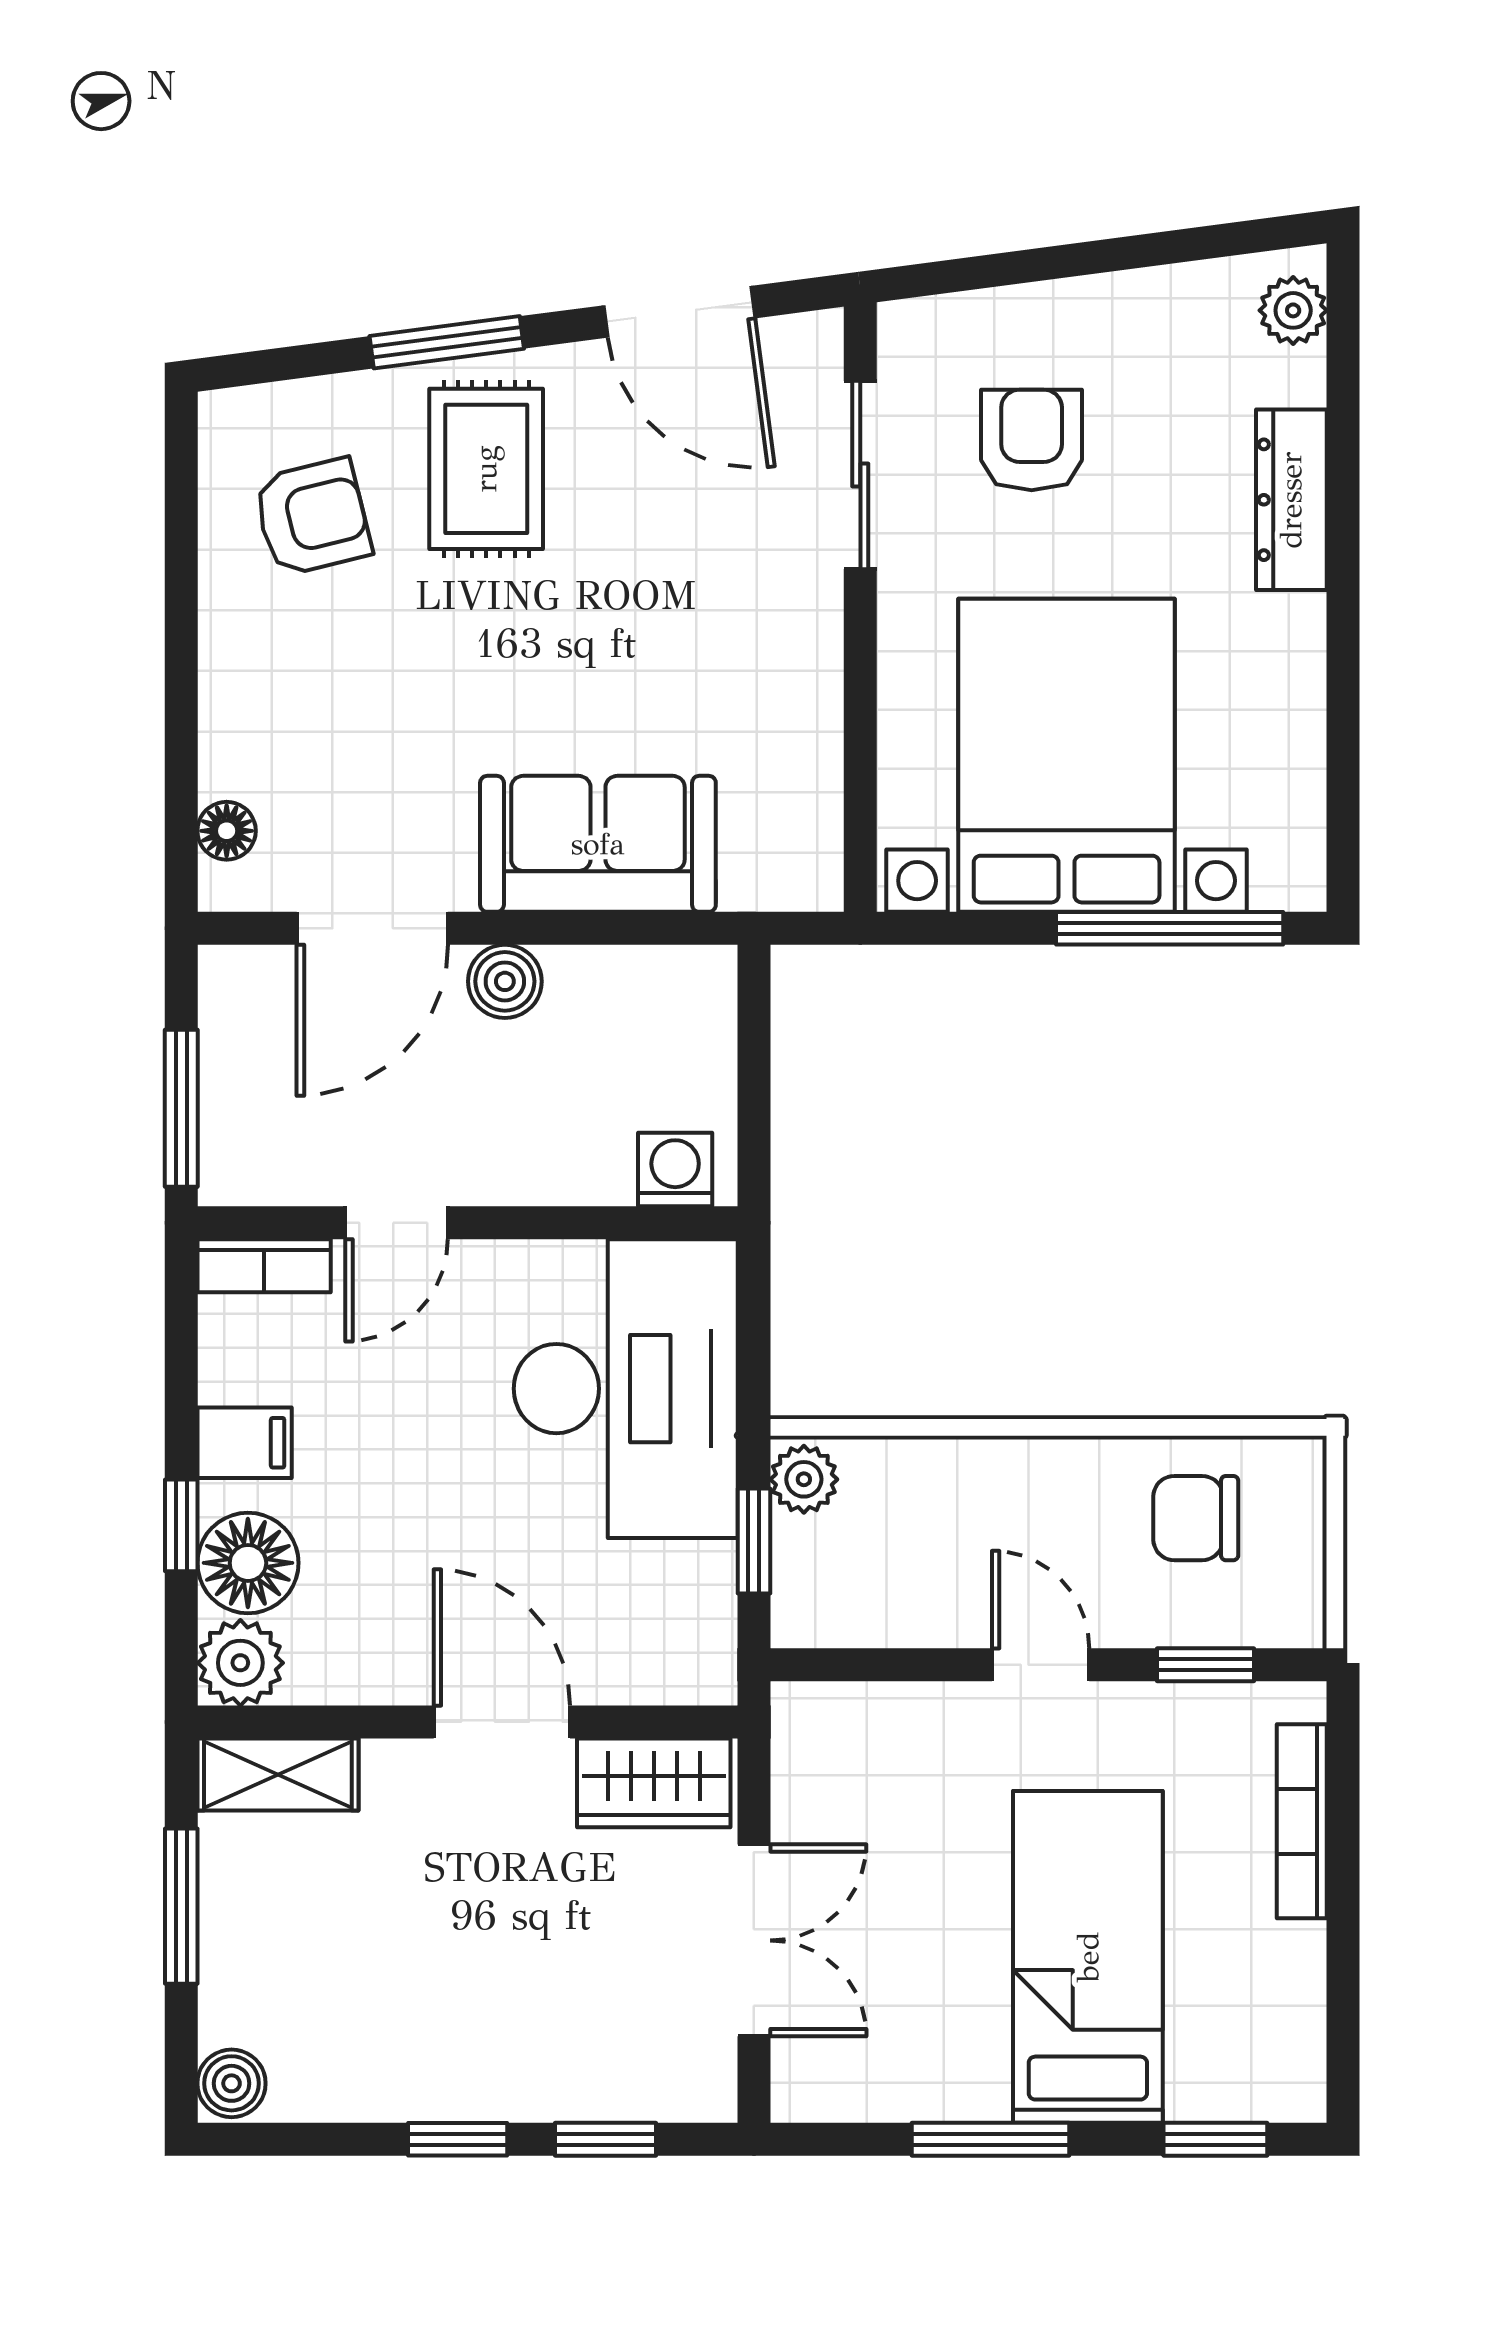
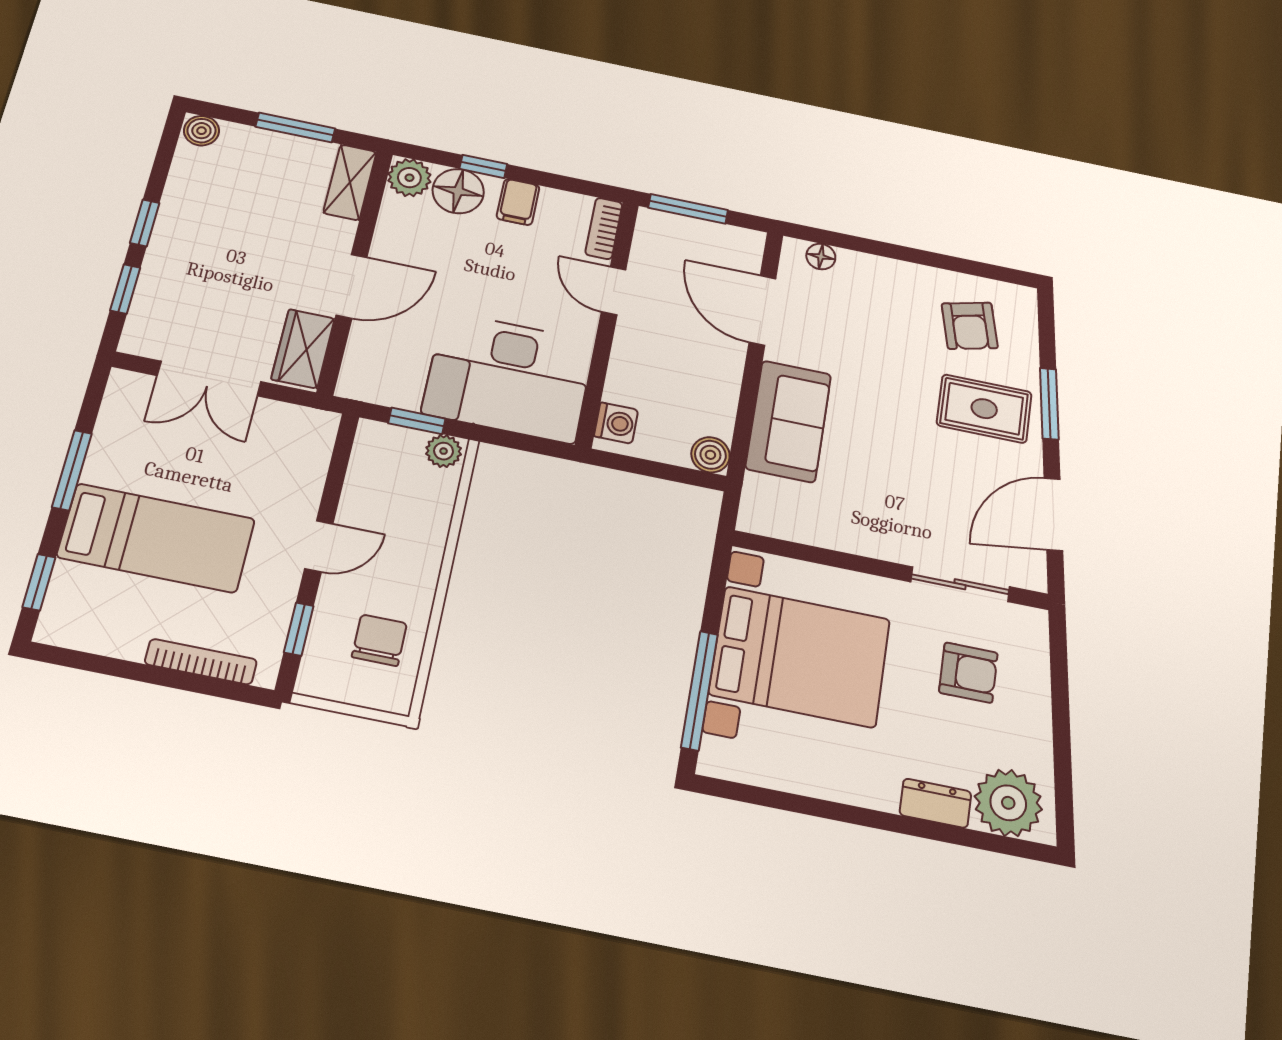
plant: (1293, 310) -> (1008, 803), width x1.88, depth x1.88
dresser: (1291, 500) -> (935, 803), width x0.70
boiler: (505, 981) -> (710, 455), moved

